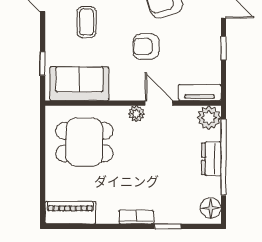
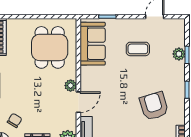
armchair: (146, 47) -> (120, 93), removed
chair: (184, 190) -> (15, 120), added

